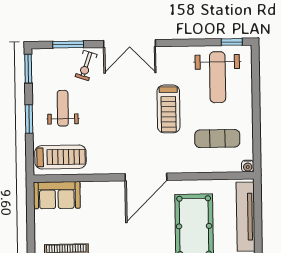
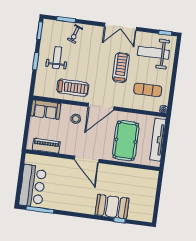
double door: (129, 44) -> (121, 27), moved
weight bench: (218, 77) -> (153, 53), turned 90
treadmill: (169, 109) -> (121, 68), turned 180
treadmill: (60, 157) -> (73, 88), moved
stool: (108, 203) -> (76, 119), added

